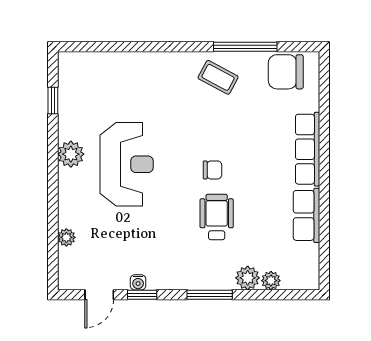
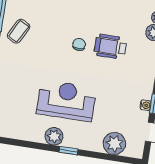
window: (53, 101) -> (69, 151), moved
plant: (66, 237) -> (114, 143), width x1.88, depth x1.88

